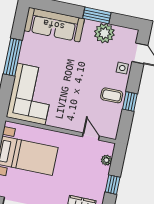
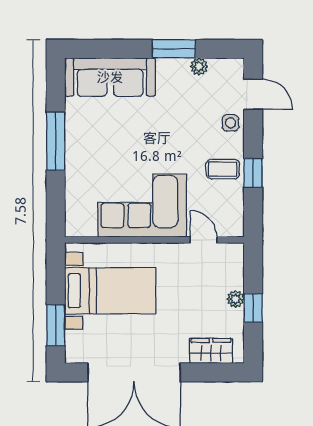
plant: (104, 33) -> (199, 67), width x0.53, depth x0.53
corner sofa: (31, 94) -> (142, 206), moved, turned -90
plant: (106, 160) -> (236, 299), moved

